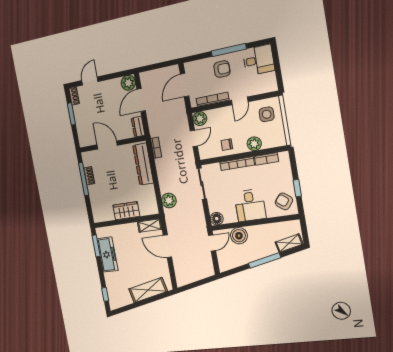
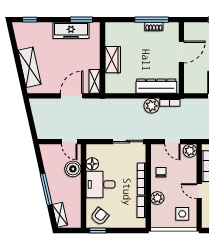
dresser: (138, 127) -> (194, 88), removed
window: (297, 188) -> (98, 231), moved
plant: (169, 201) -> (152, 106), moved
floor lamp: (217, 219) -> (92, 164), moved

